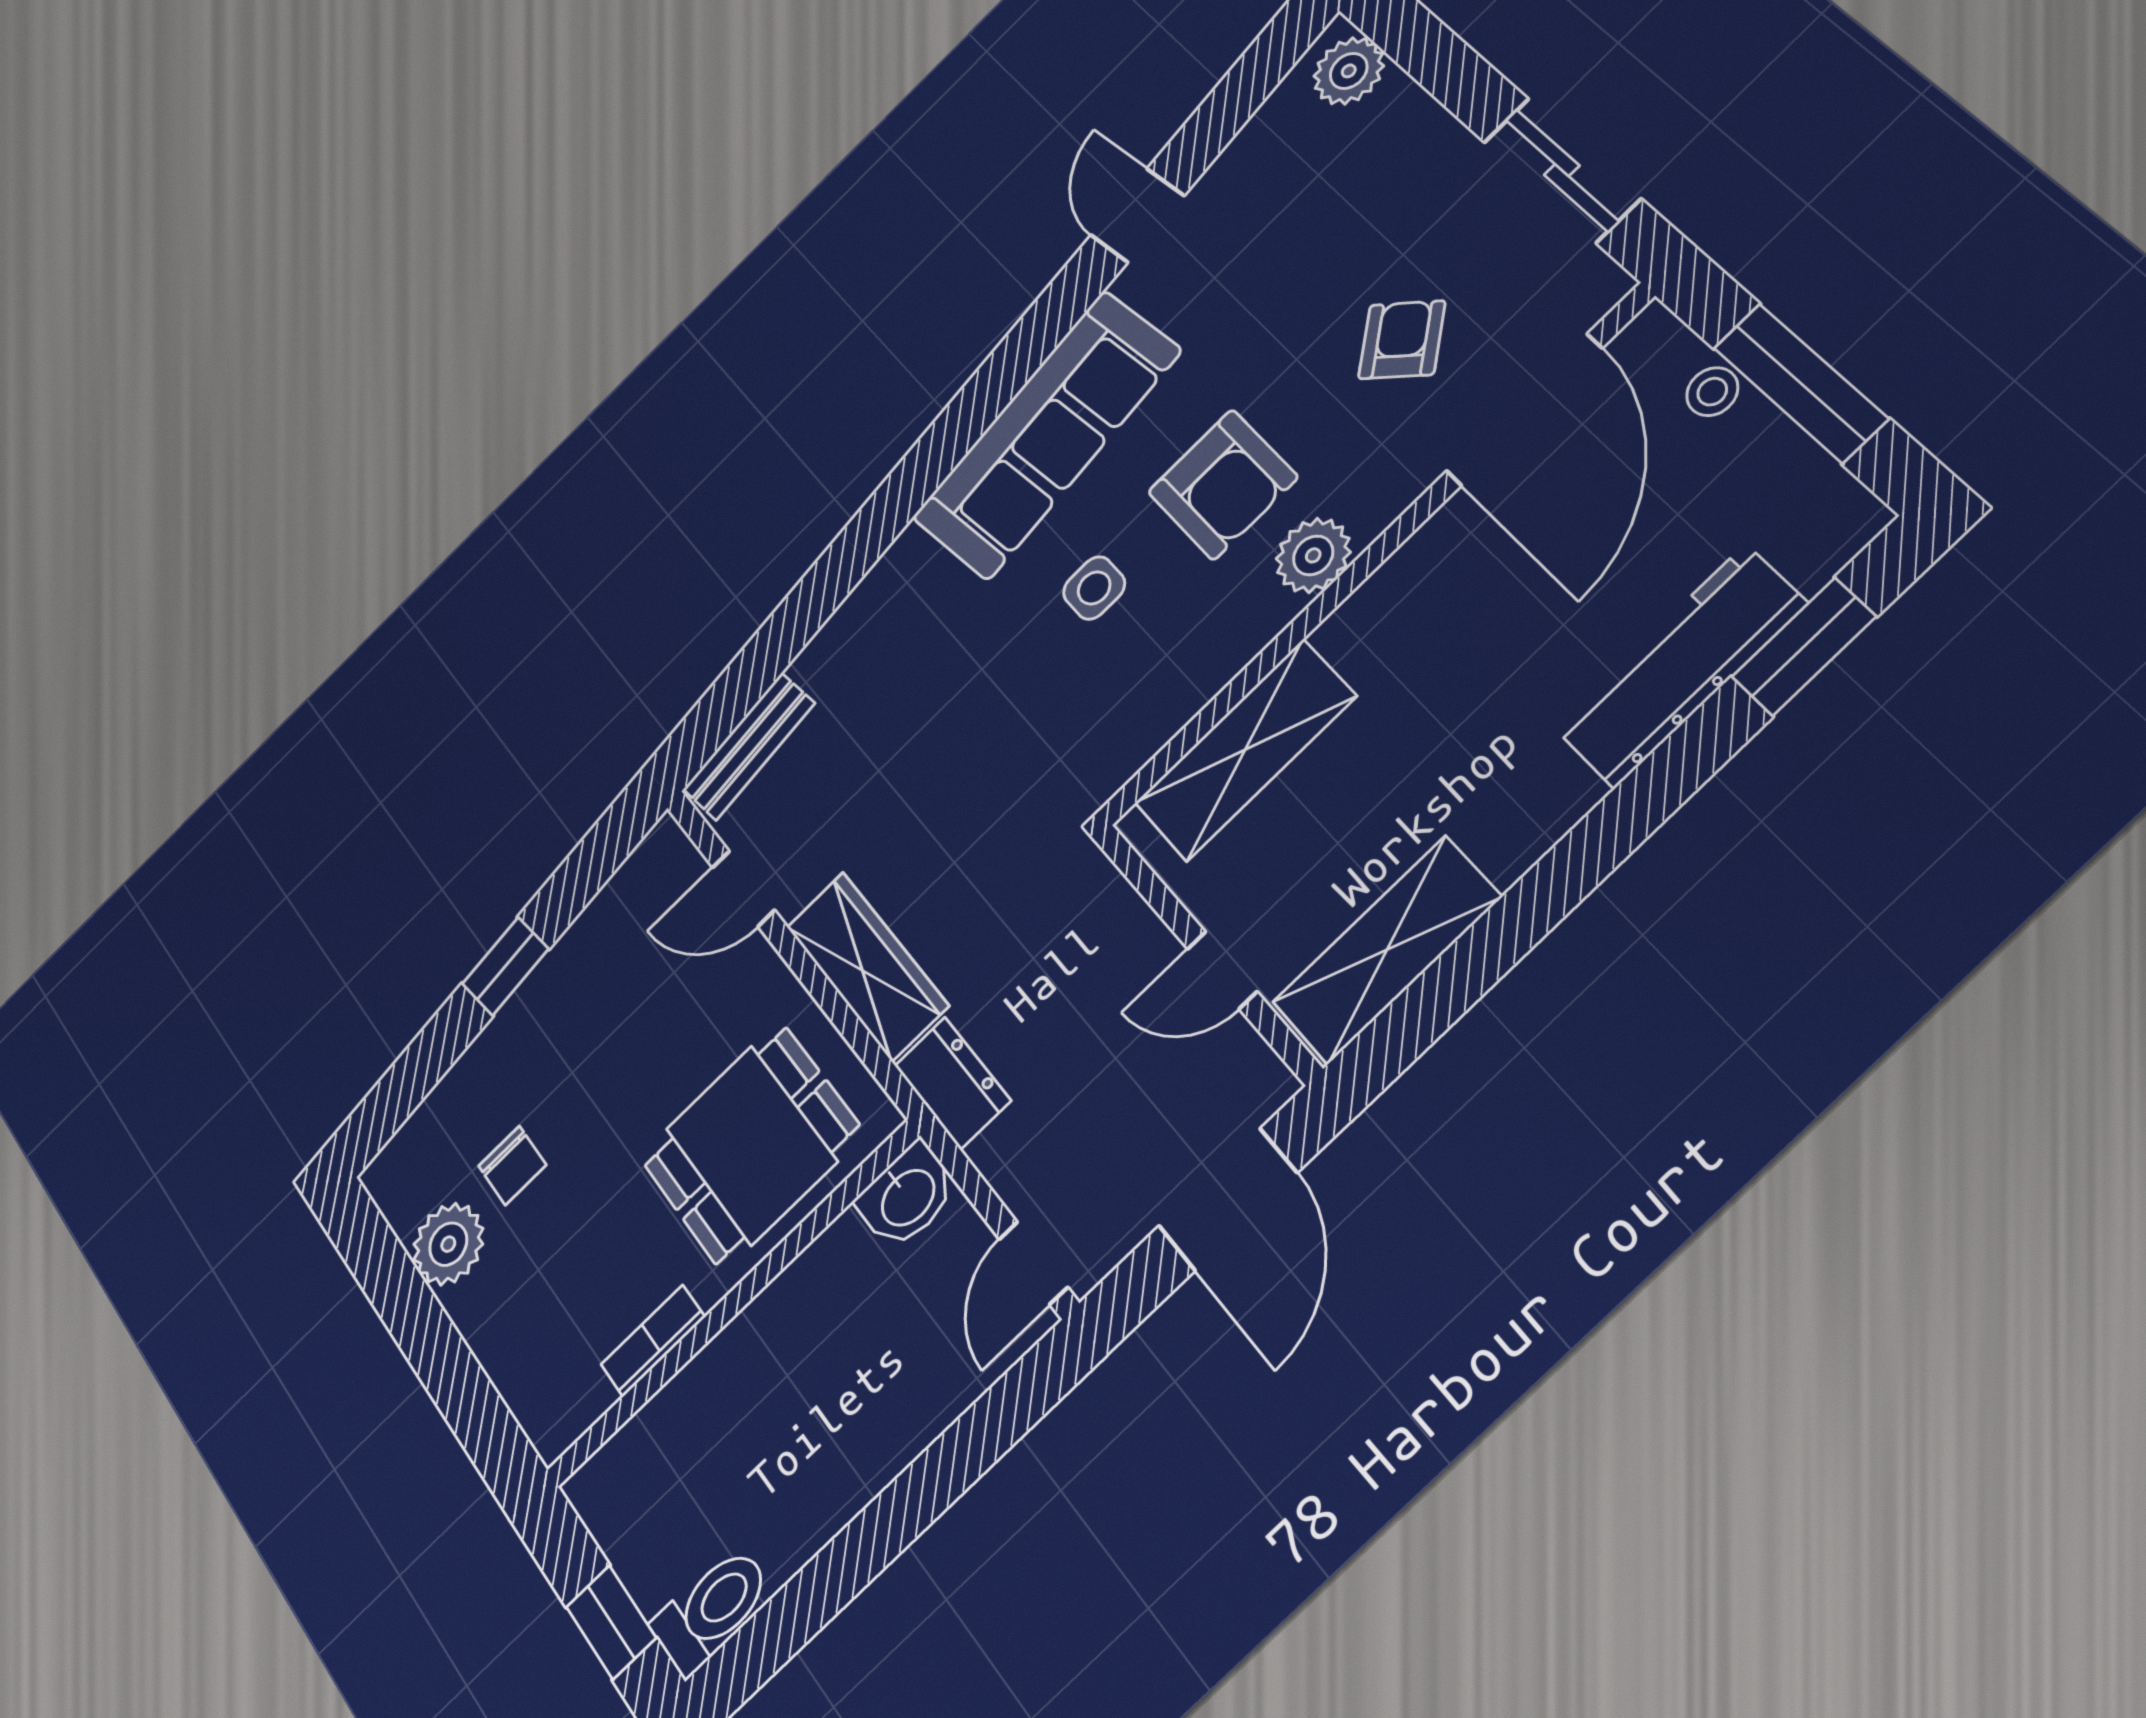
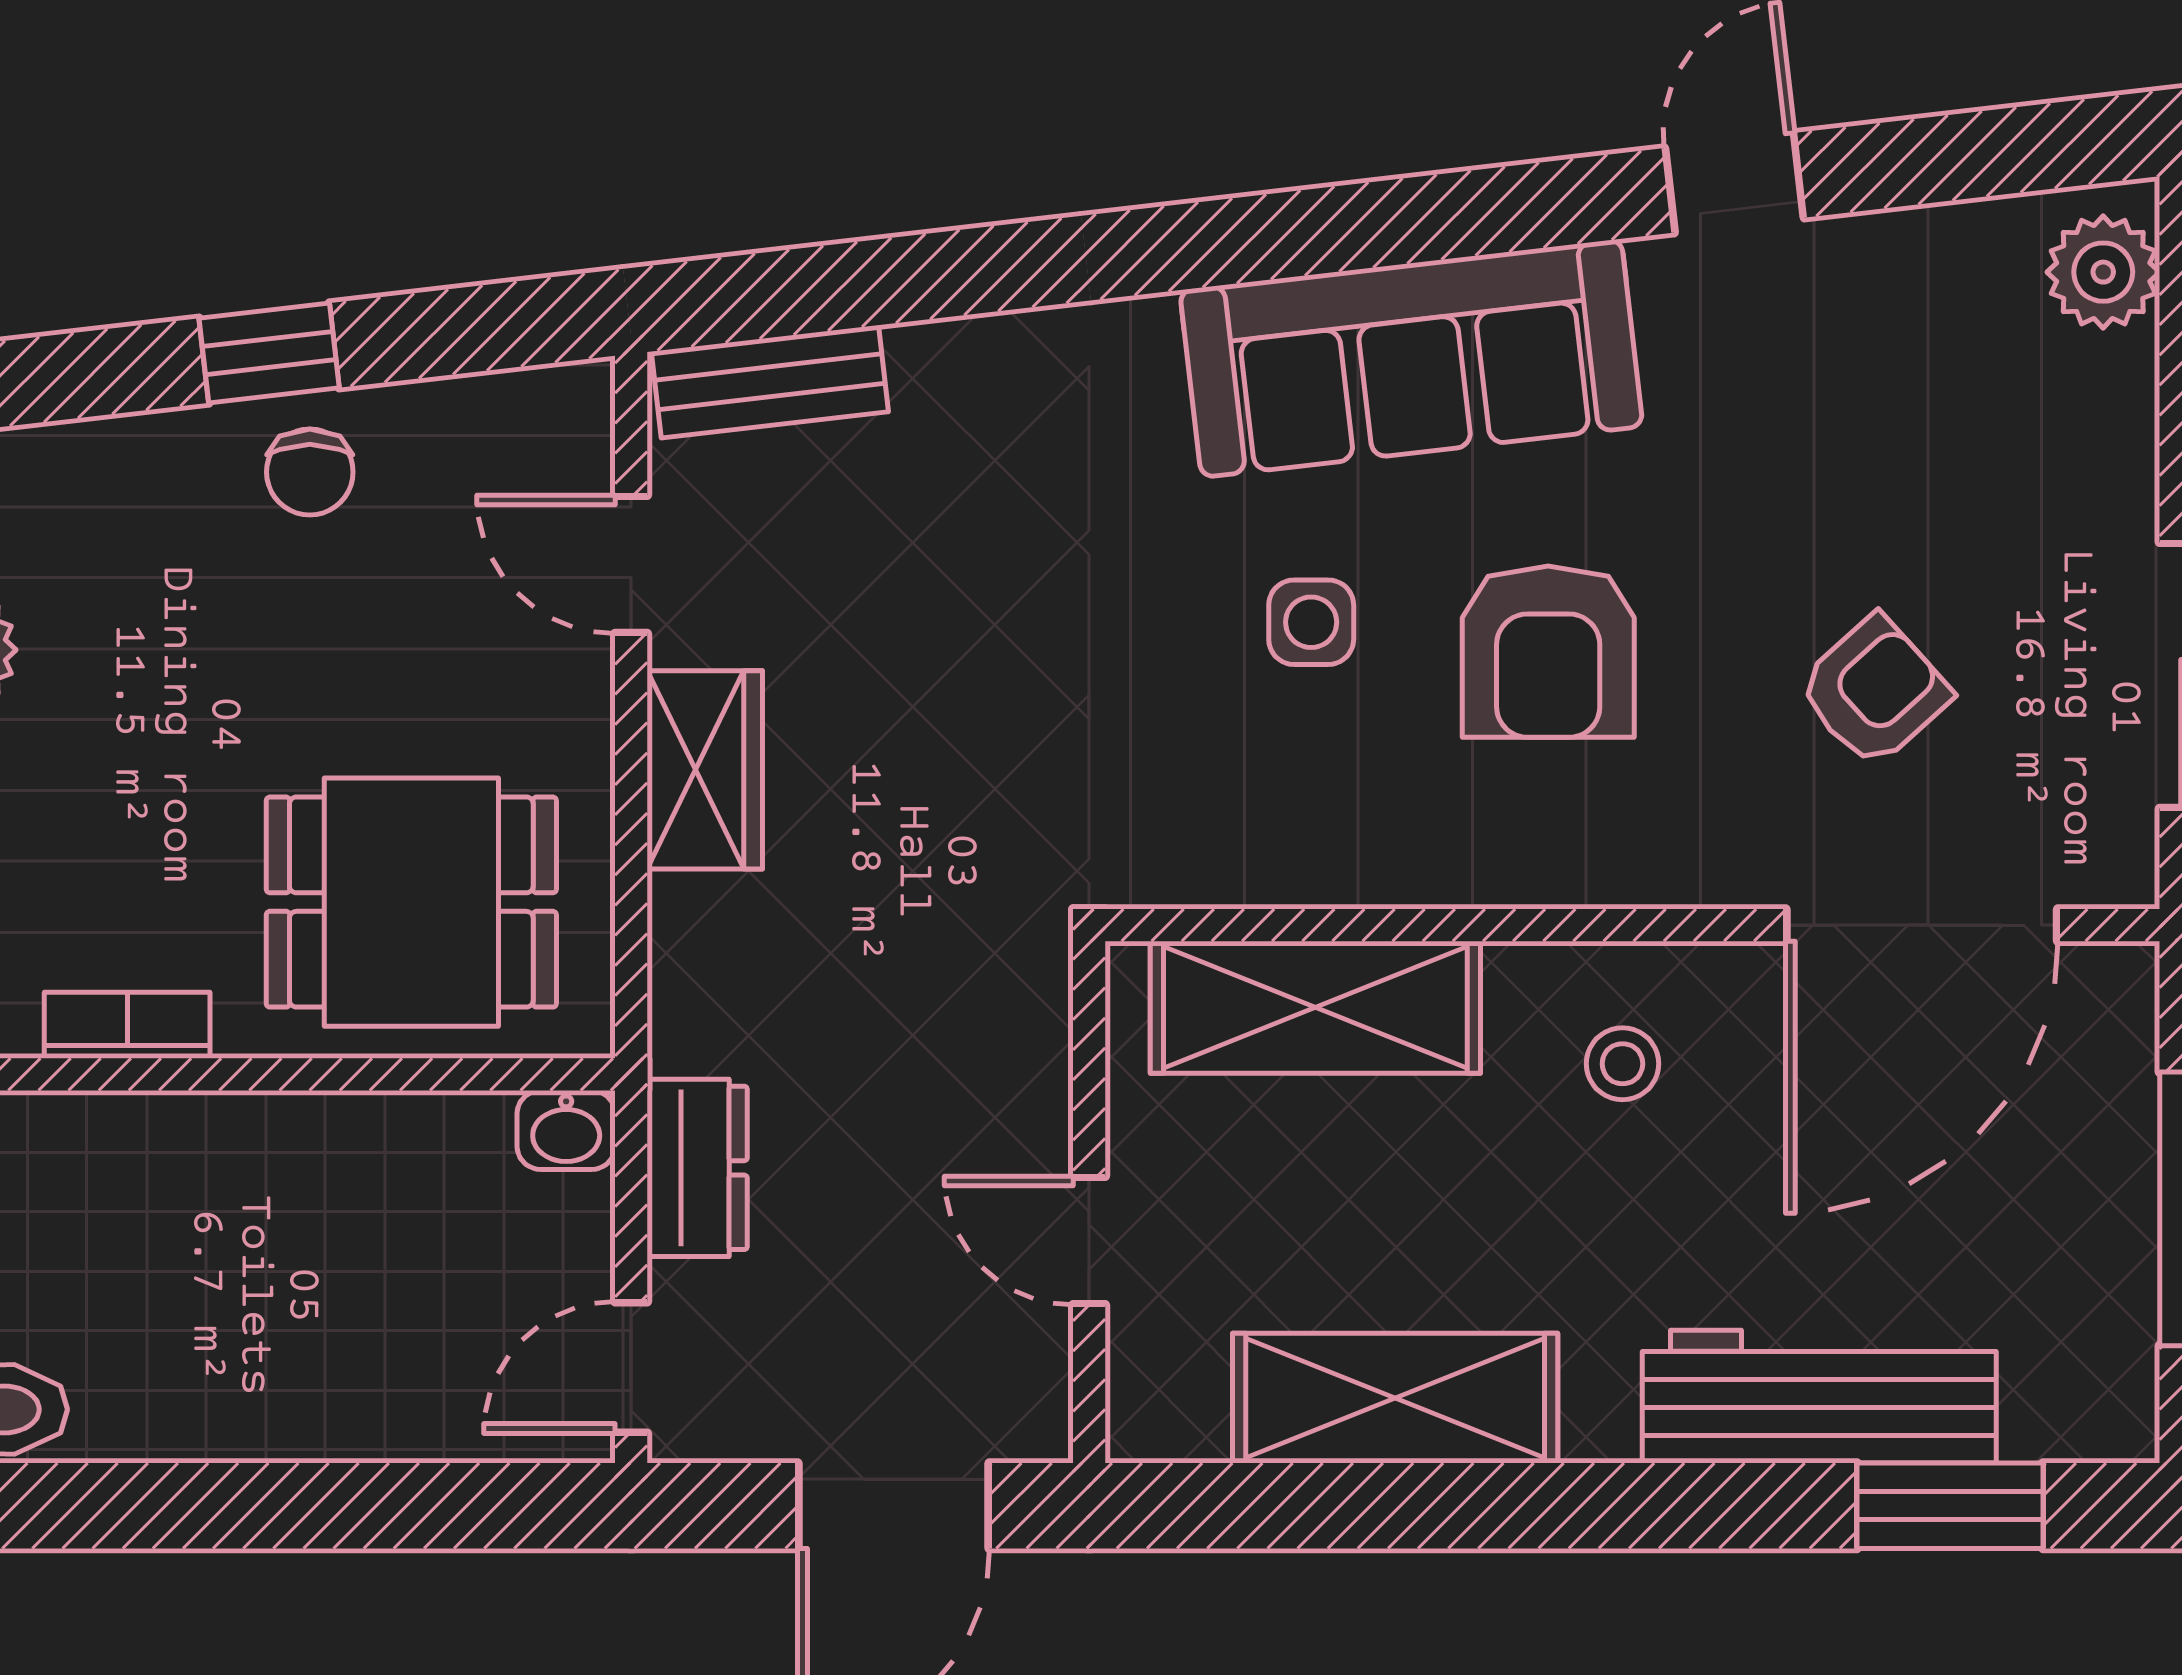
stool: (1712, 392) -> (1622, 1064), moved
plant: (1313, 555) -> (1571, 852), removed
shelving: (1387, 950) -> (1395, 1398), moved
wardrobe: (867, 966) -> (705, 770), width x0.67
dresser: (953, 1083) -> (697, 1168), moved
chair: (512, 1165) -> (310, 472), moved
washbasin: (907, 1196) -> (566, 1130), width x0.72, depth x0.69

